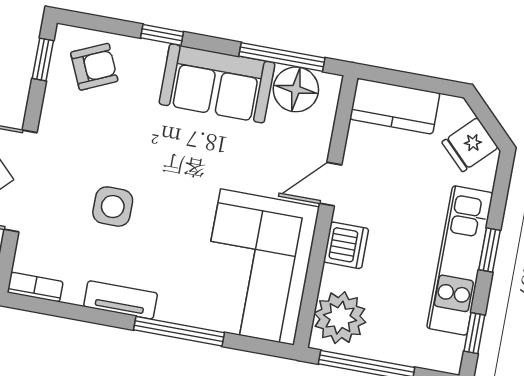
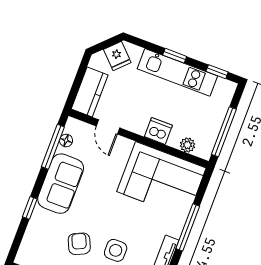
armchair: (94, 67) -> (79, 244), moved
floor lamp: (296, 89) -> (66, 140), width x0.53, depth x0.53
door: (331, 184) -> (108, 127), moved
plant: (340, 318) -> (187, 145), width x0.53, depth x0.53

